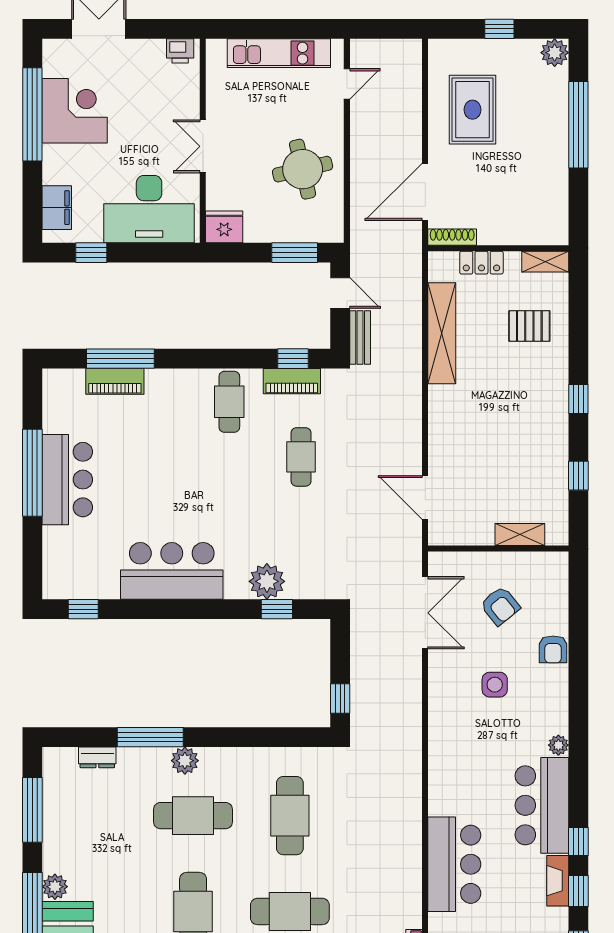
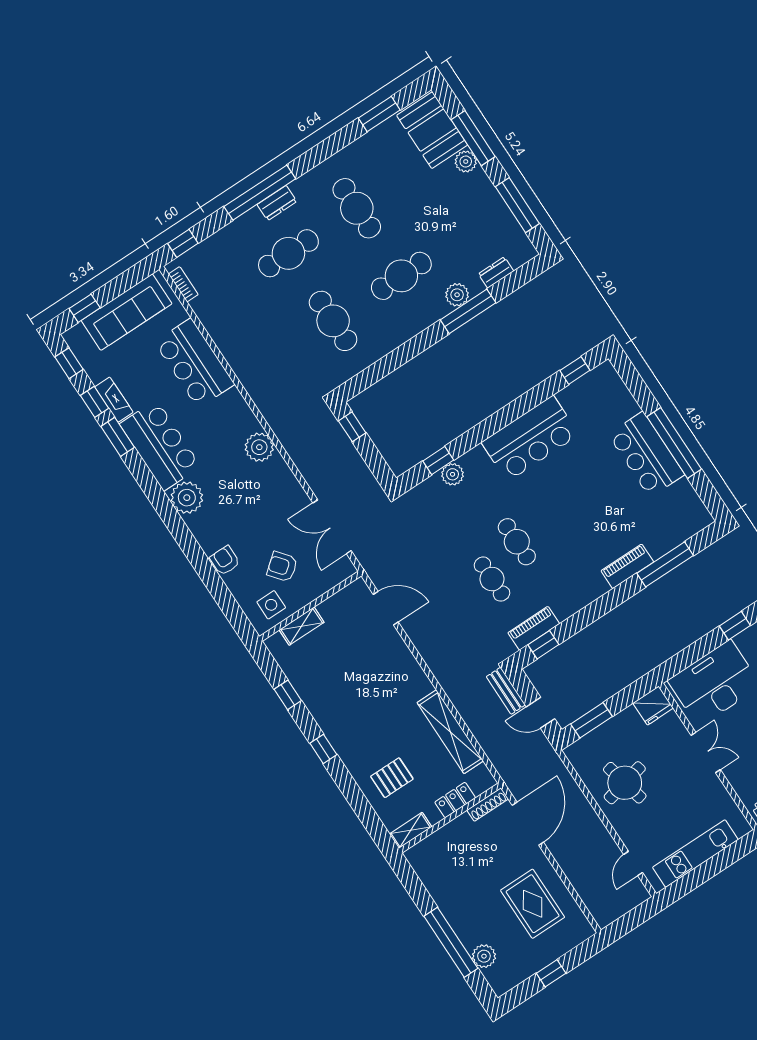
plant: (555, 53) -> (484, 956), moved
piano: (115, 381) -> (627, 566), moved
cafe table: (229, 402) -> (517, 542), moved
plant: (267, 581) -> (453, 474), width x0.73, depth x0.73
side table: (495, 685) -> (271, 605), moved
plant: (445, 739) -> (259, 447), added
plant: (558, 745) -> (187, 498), width x1.88, depth x1.88
plant: (185, 761) -> (457, 295), moved
window: (578, 841) -> (118, 437), width x1.50

